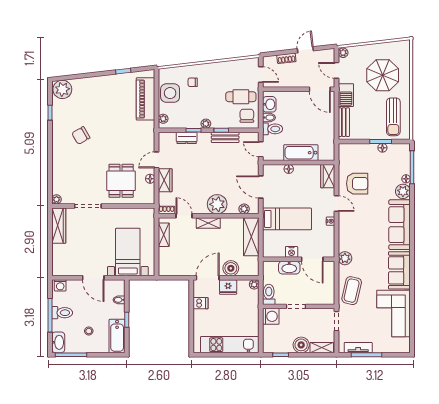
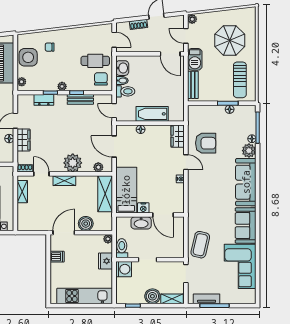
bed: (287, 219) -> (126, 190), moved, turned -90
plant: (345, 258) -> (194, 214), removed
fridge: (228, 287) -> (105, 261), moved, turned 90

